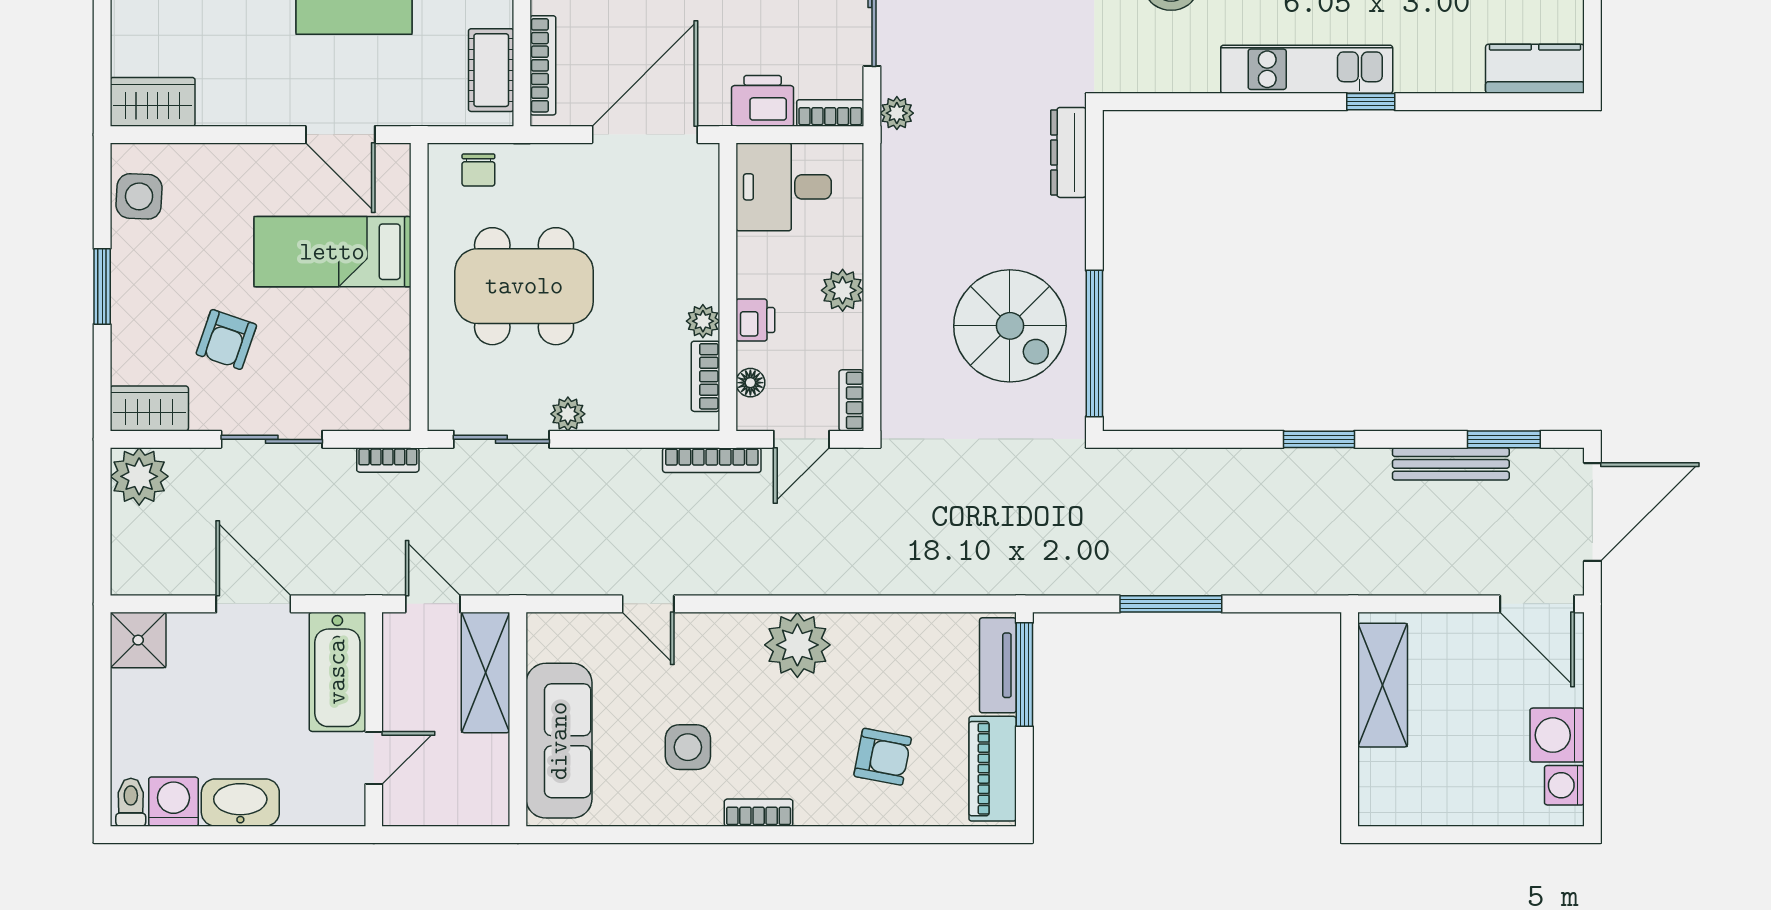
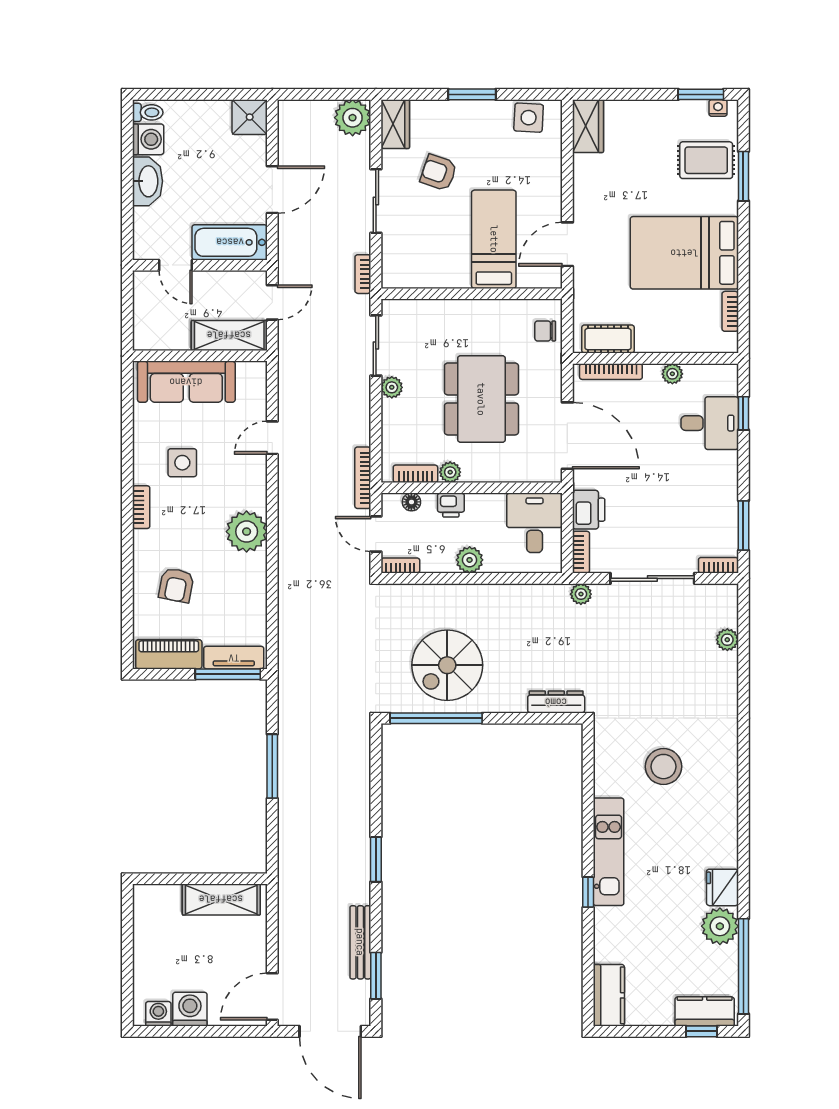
dining table: (524, 286) -> (481, 399), moved

